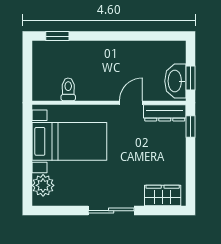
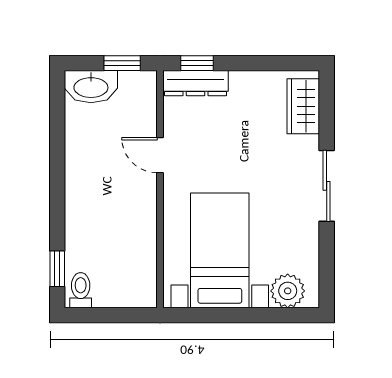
washbasin: (175, 81) -> (91, 87), moved
toilet: (68, 89) -> (81, 290), moved, turned 90
dresser: (165, 113) -> (196, 83), moved, turned 90

